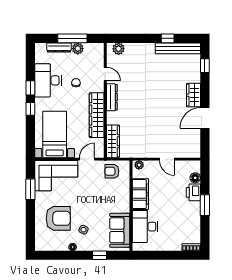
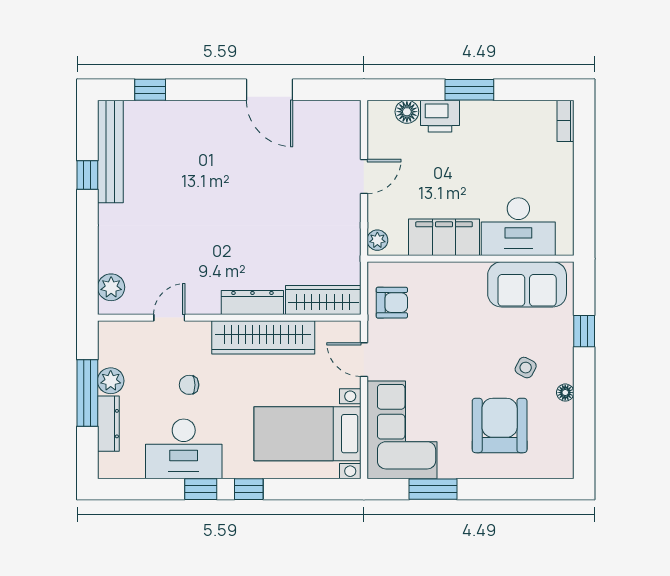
wardrobe: (193, 95) -> (217, 116), removed
dresser: (112, 97) -> (252, 302), moved
armchair: (112, 171) -> (392, 303), turned -90

